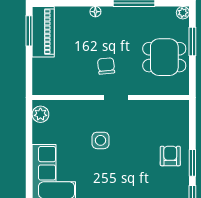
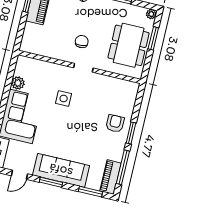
dining table: (164, 57) -> (129, 45), width x1.38
plant: (40, 114) -> (18, 83), moved

